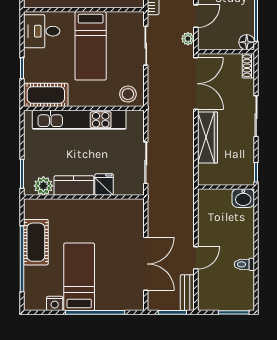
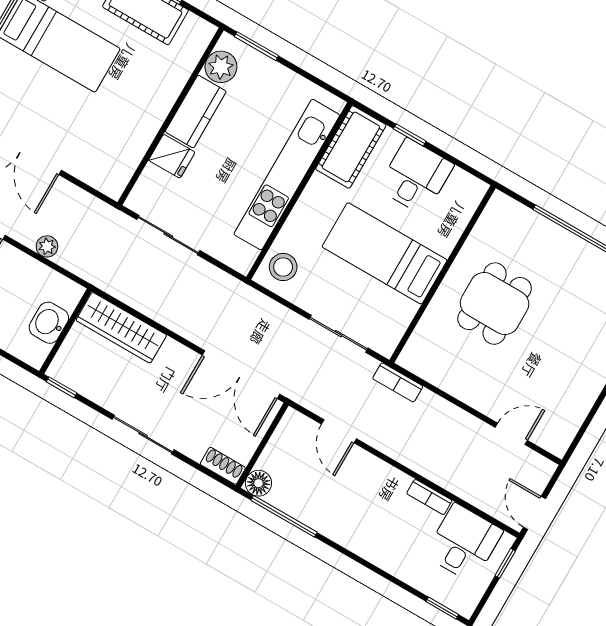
desk: (42, 31) -> (416, 176), moved
plant: (188, 39) -> (47, 246), moved
wardrobe: (208, 138) -> (121, 328), moved
washbasin: (243, 198) -> (49, 323), moved

